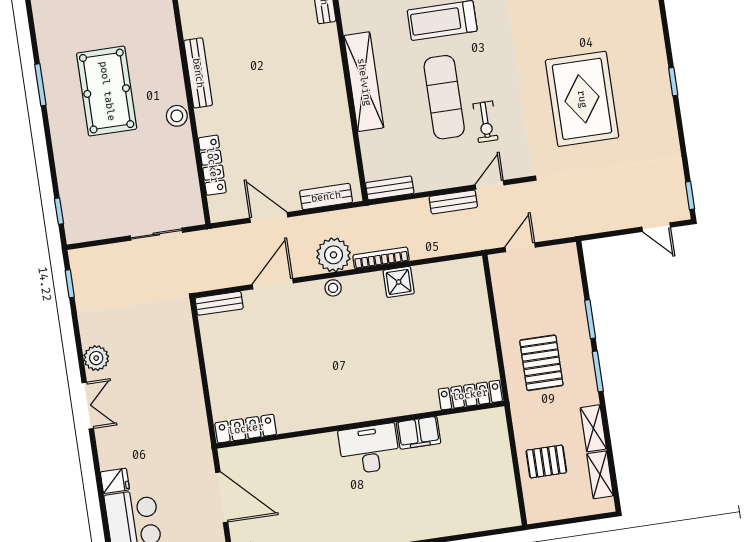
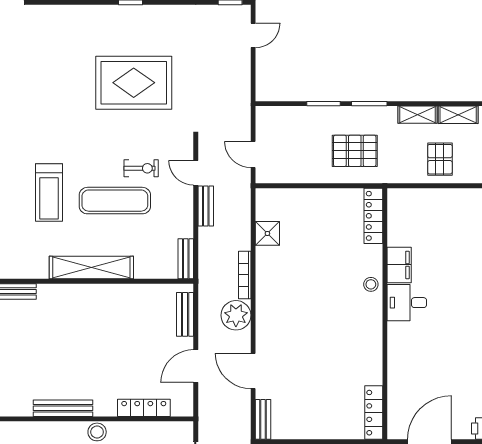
shower: (399, 282) -> (267, 233), moved
stool: (333, 288) -> (371, 284), moved
desk: (369, 449) -> (407, 303), width x0.73

